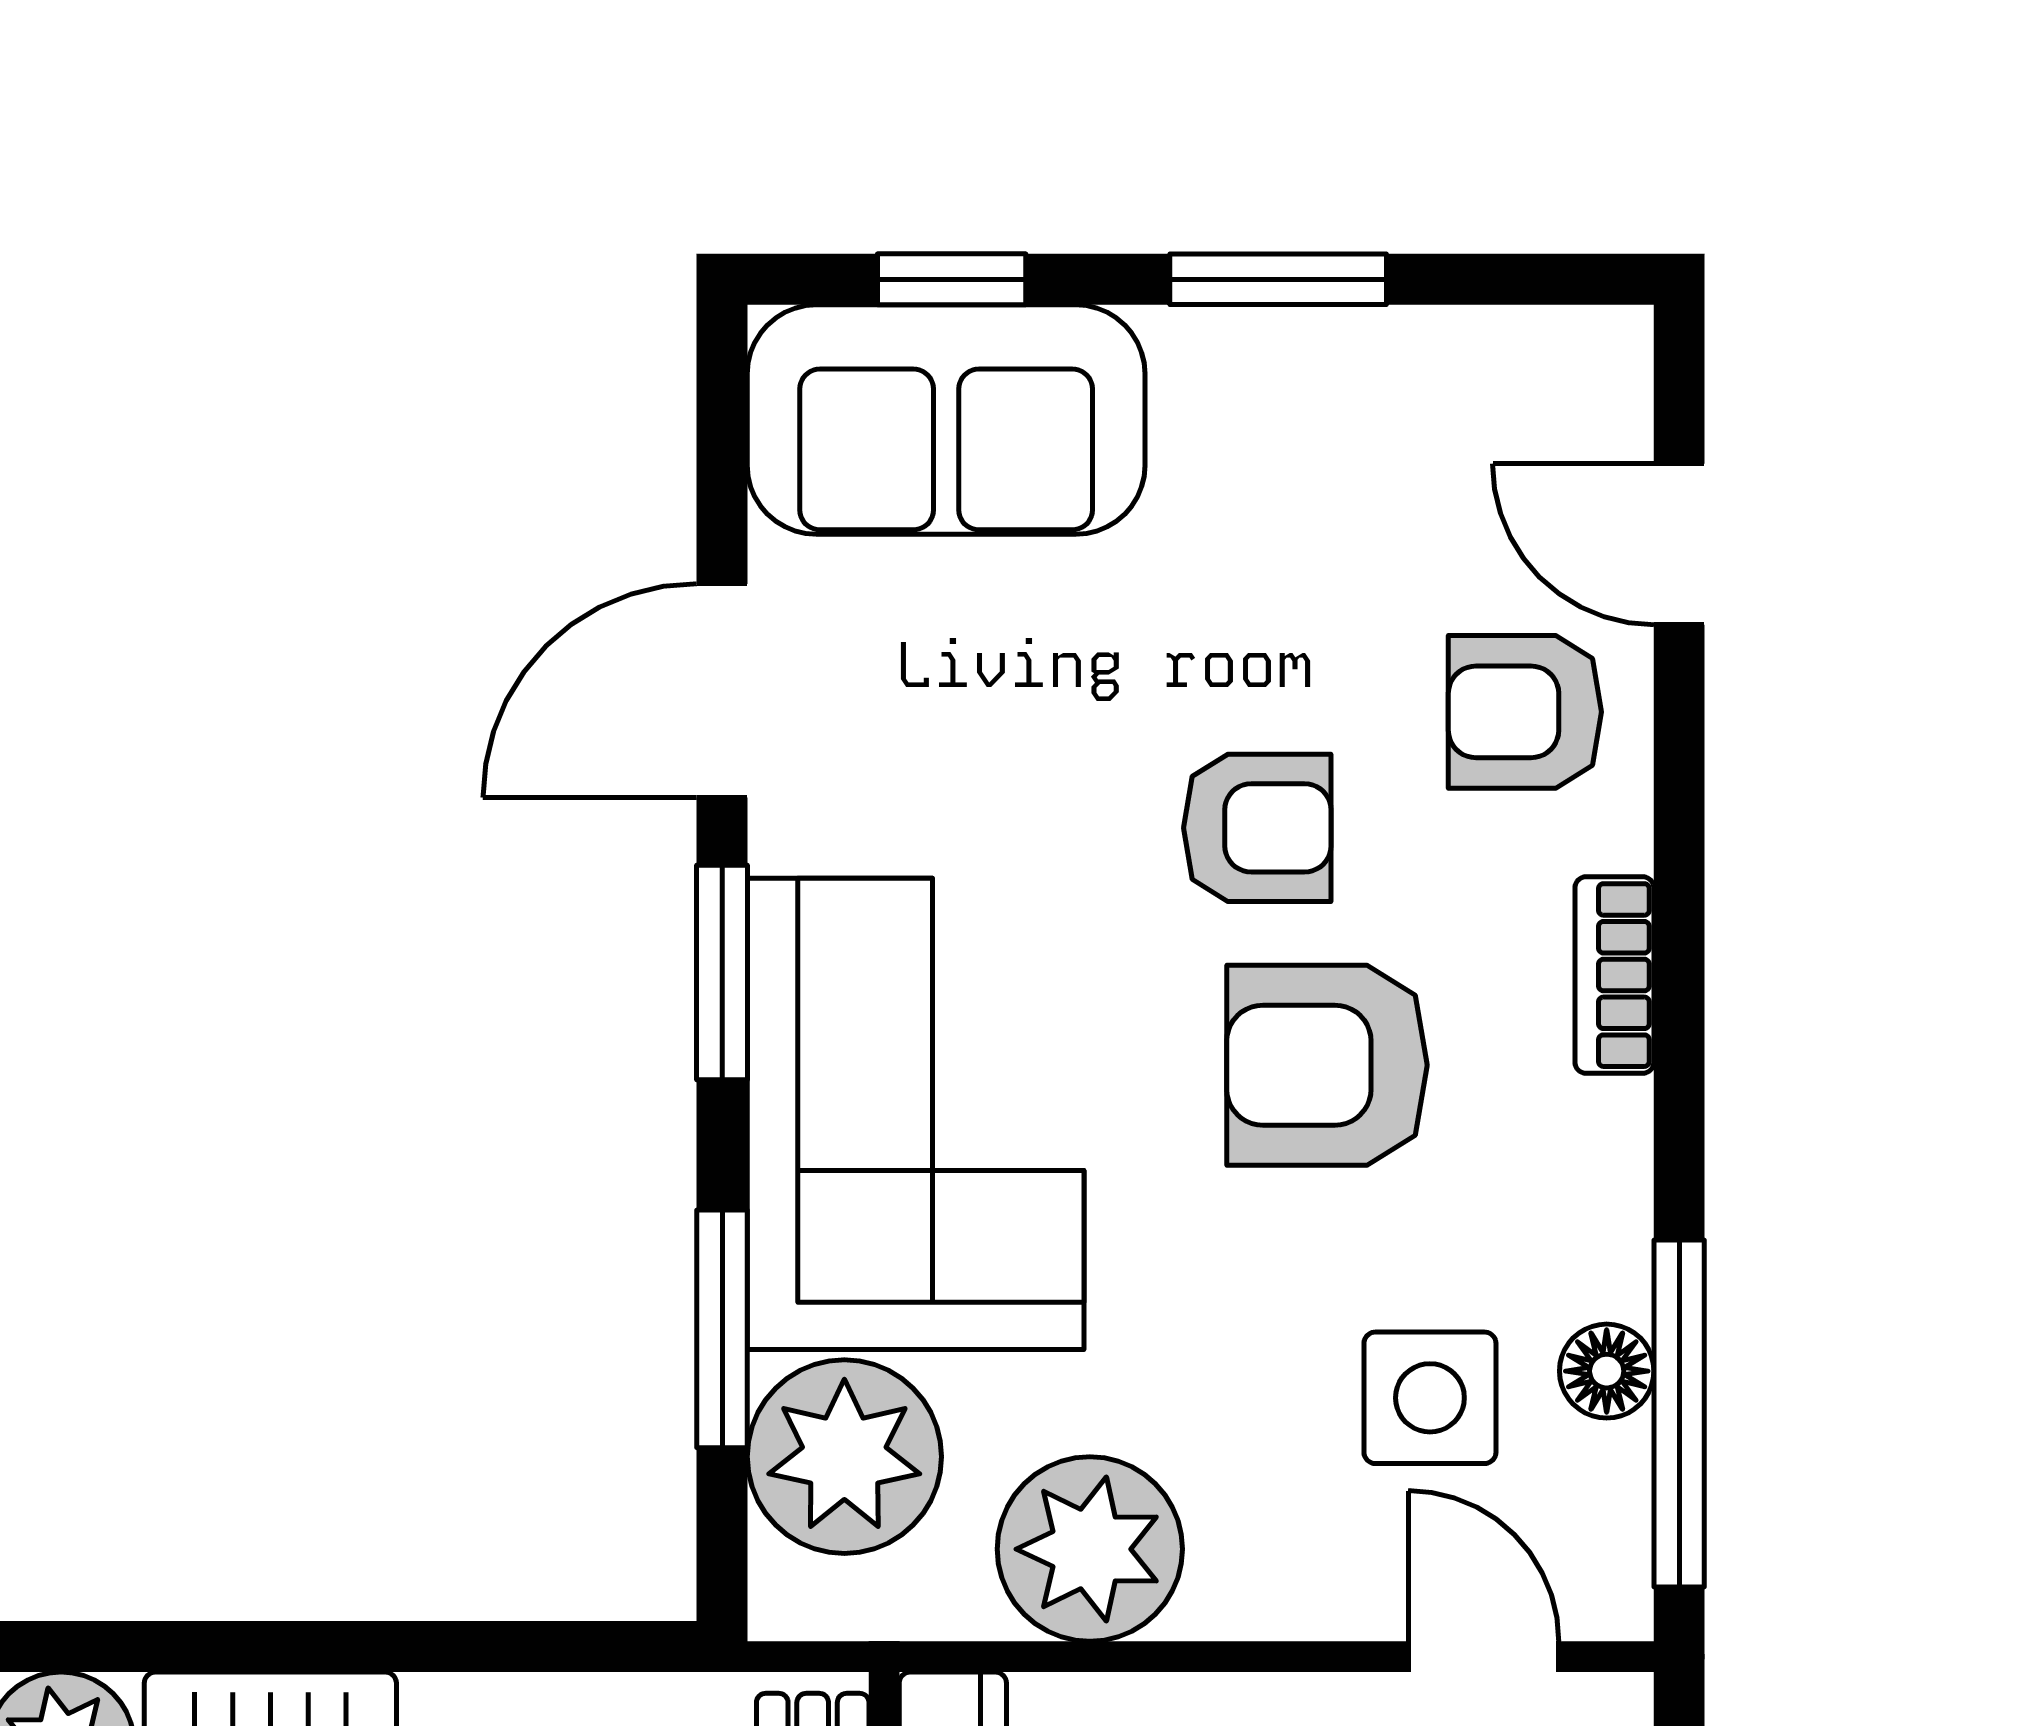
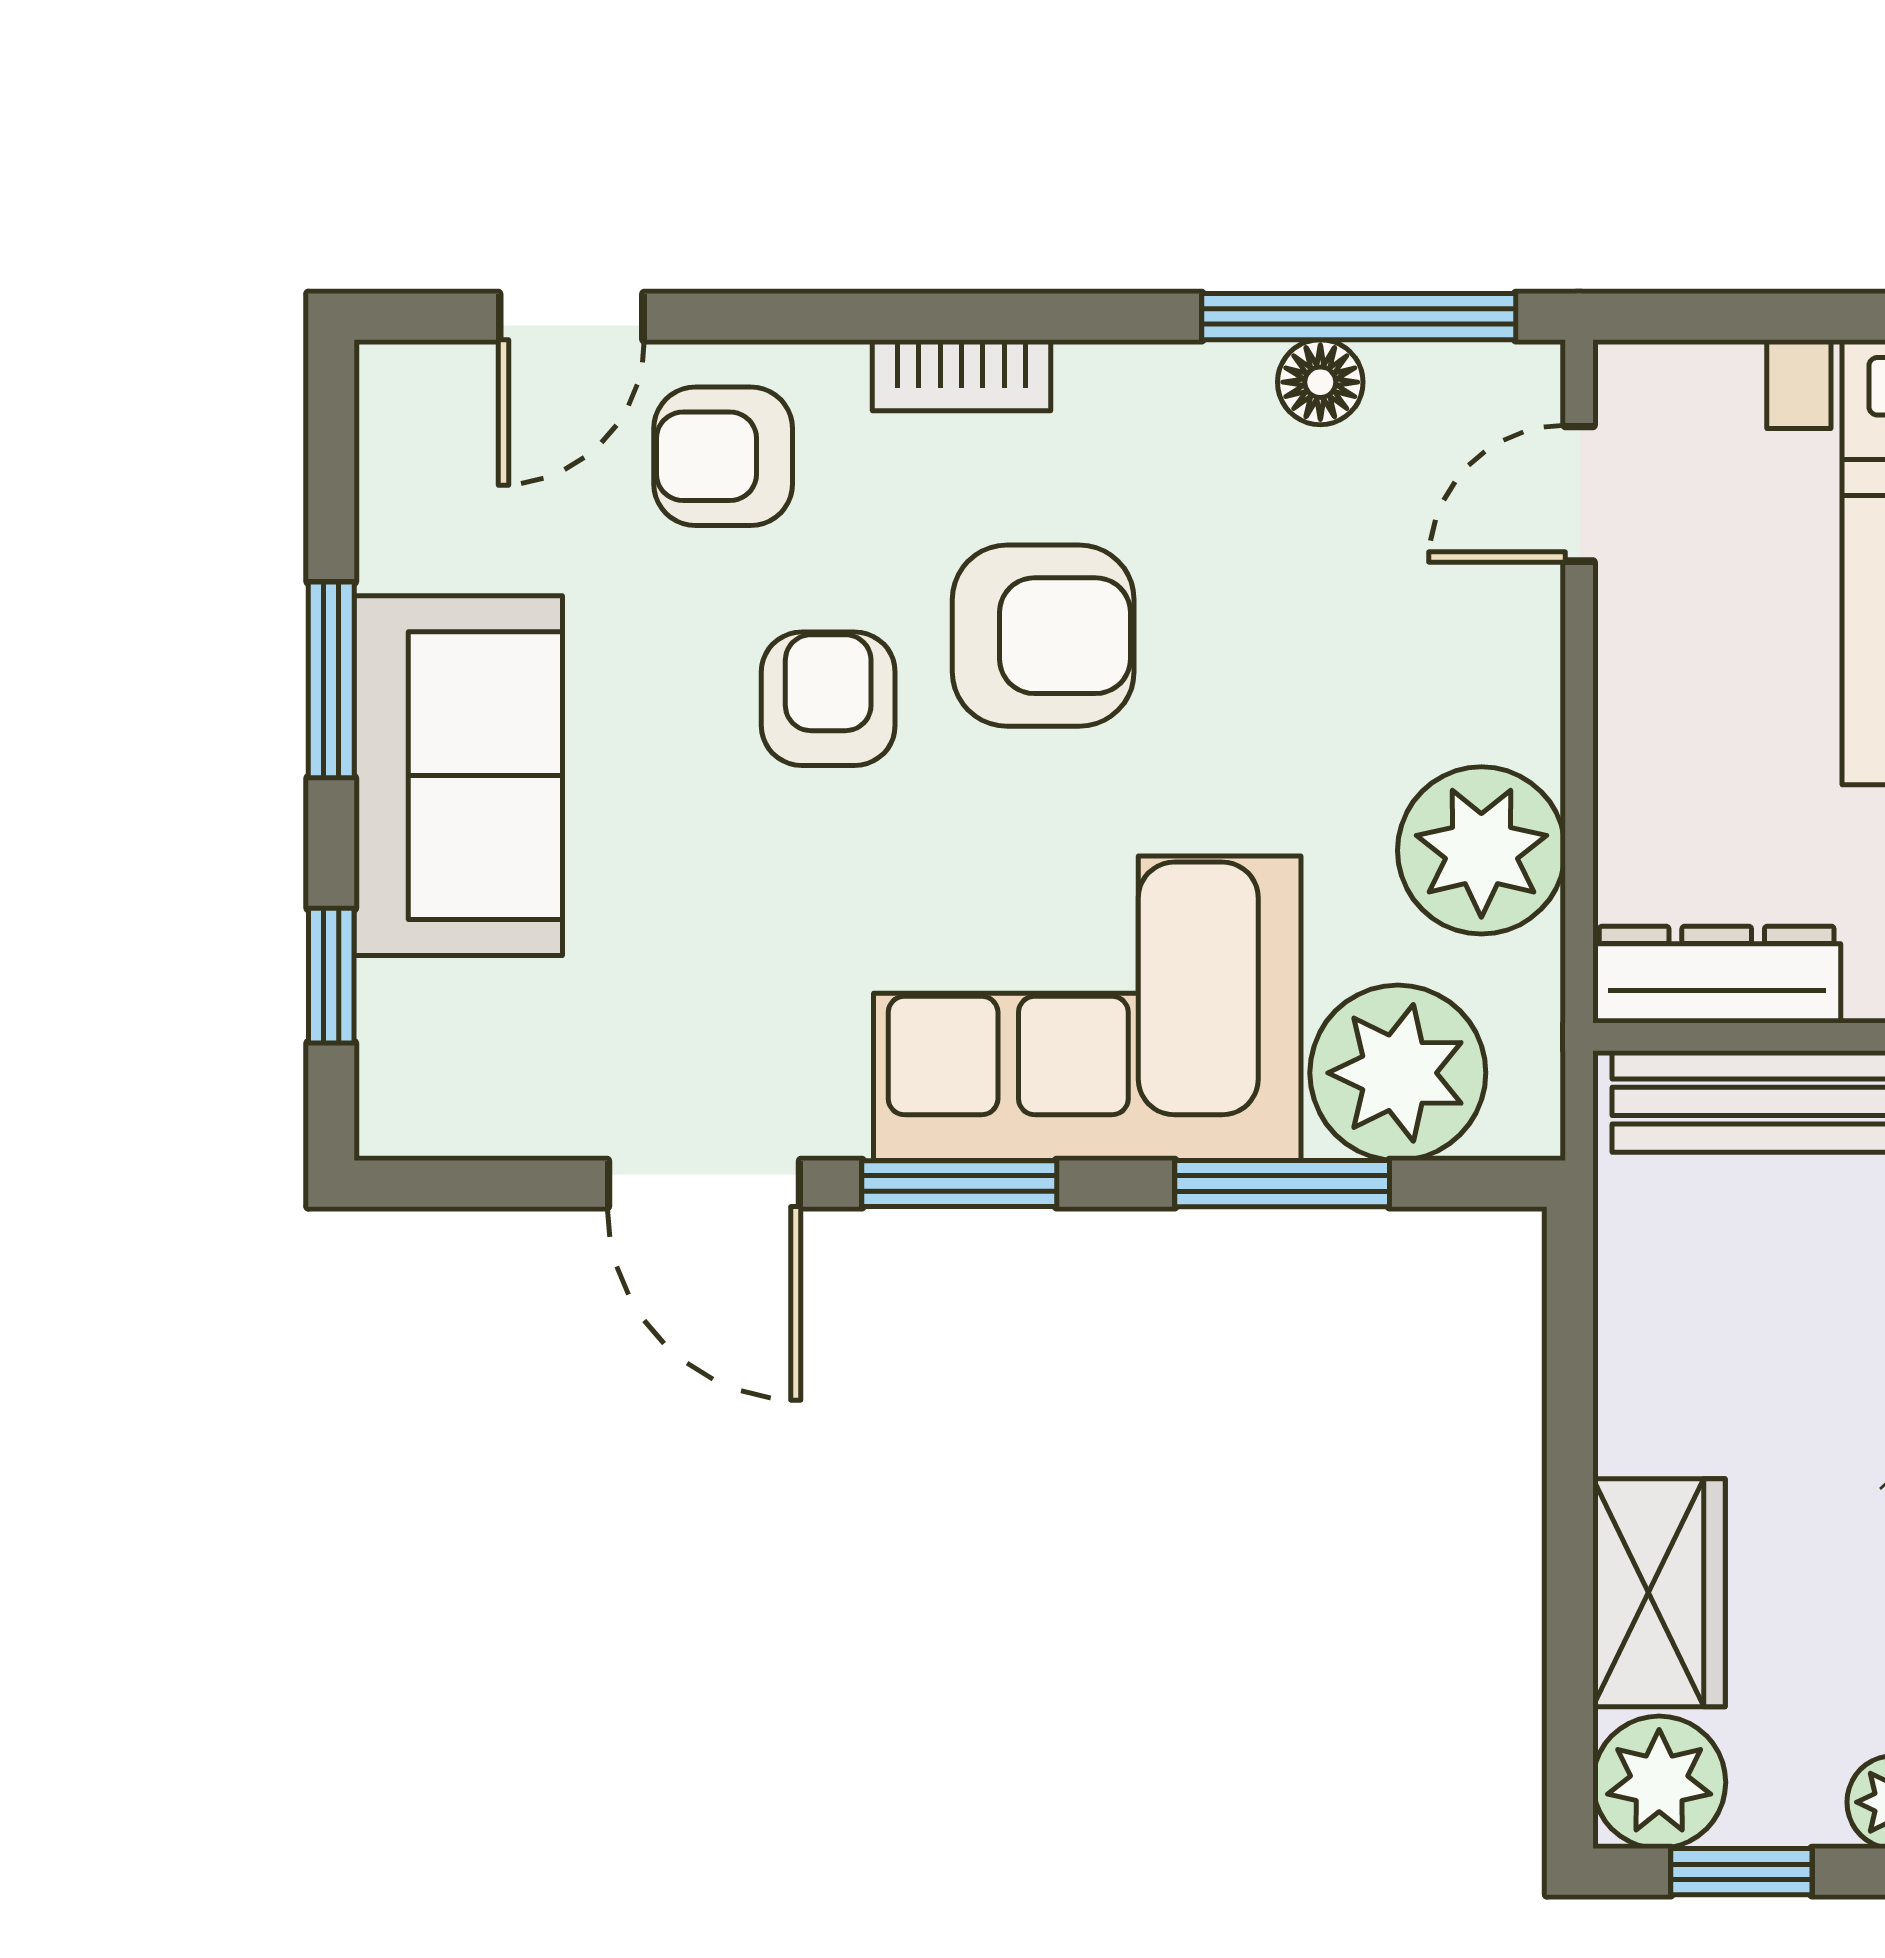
sofa: (946, 420) -> (458, 776), moved
armchair: (1525, 712) -> (723, 456), turned 90
armchair: (1327, 1065) -> (1043, 636), turned -90
side table: (1430, 1398) -> (1345, 542), removed

